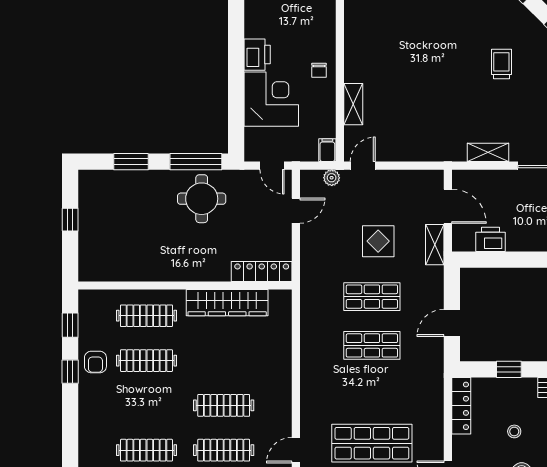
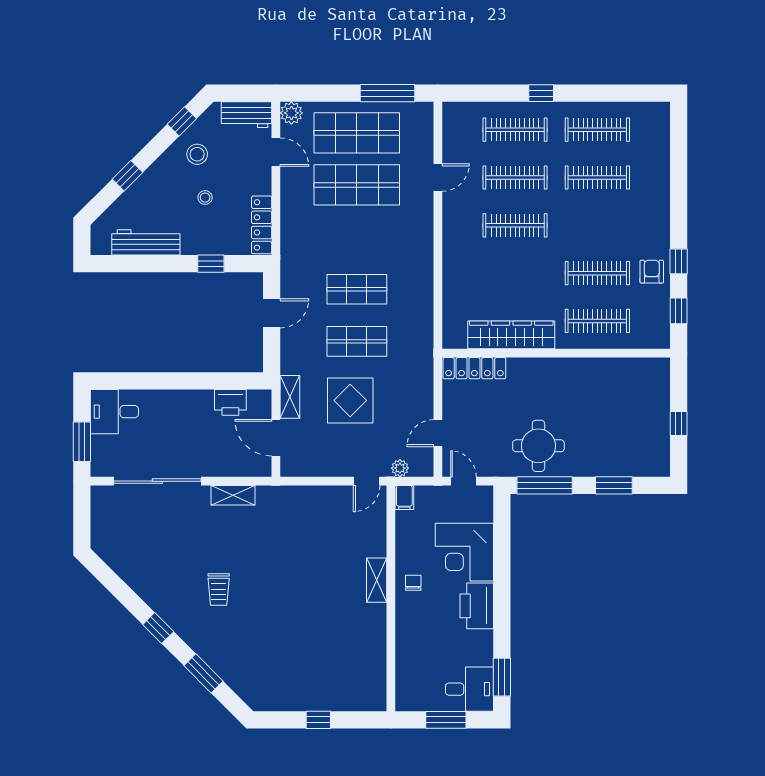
printer: (257, 55) -> (477, 606), width x1.37, depth x1.19
shelving: (353, 104) -> (377, 580), moved
display table: (378, 241) -> (350, 400), width x1.36, depth x1.36

